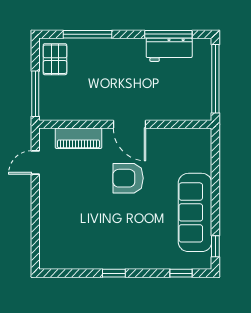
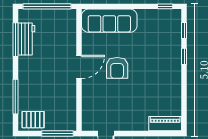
piano: (79, 138) -> (165, 124), moved, turned -90
sofa: (195, 212) -> (109, 21), moved
window: (114, 273) -> (184, 56), moved

